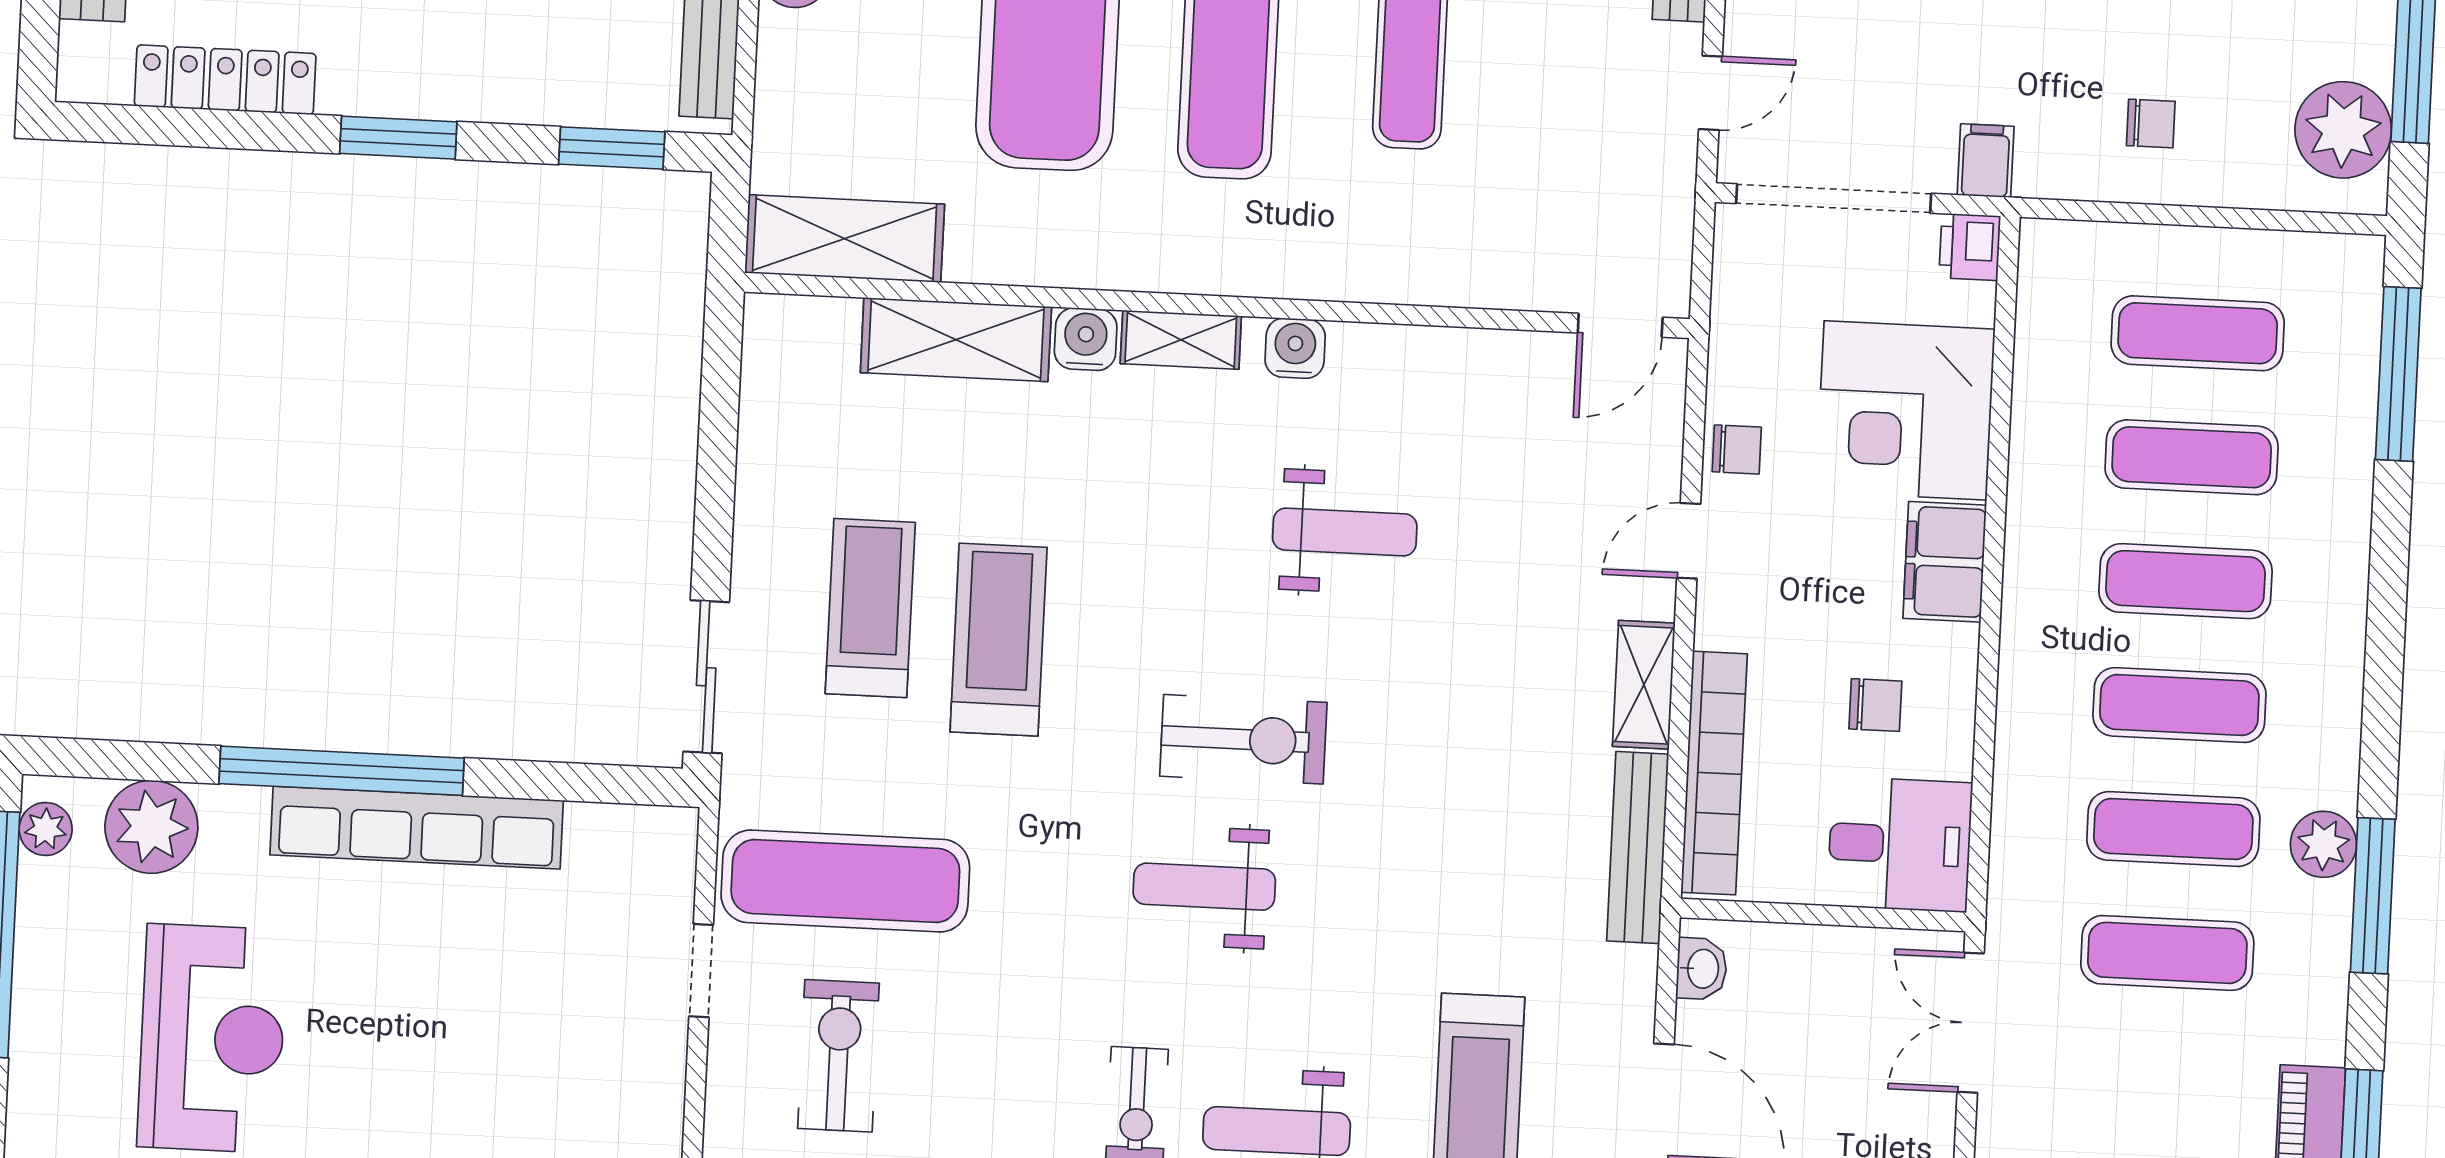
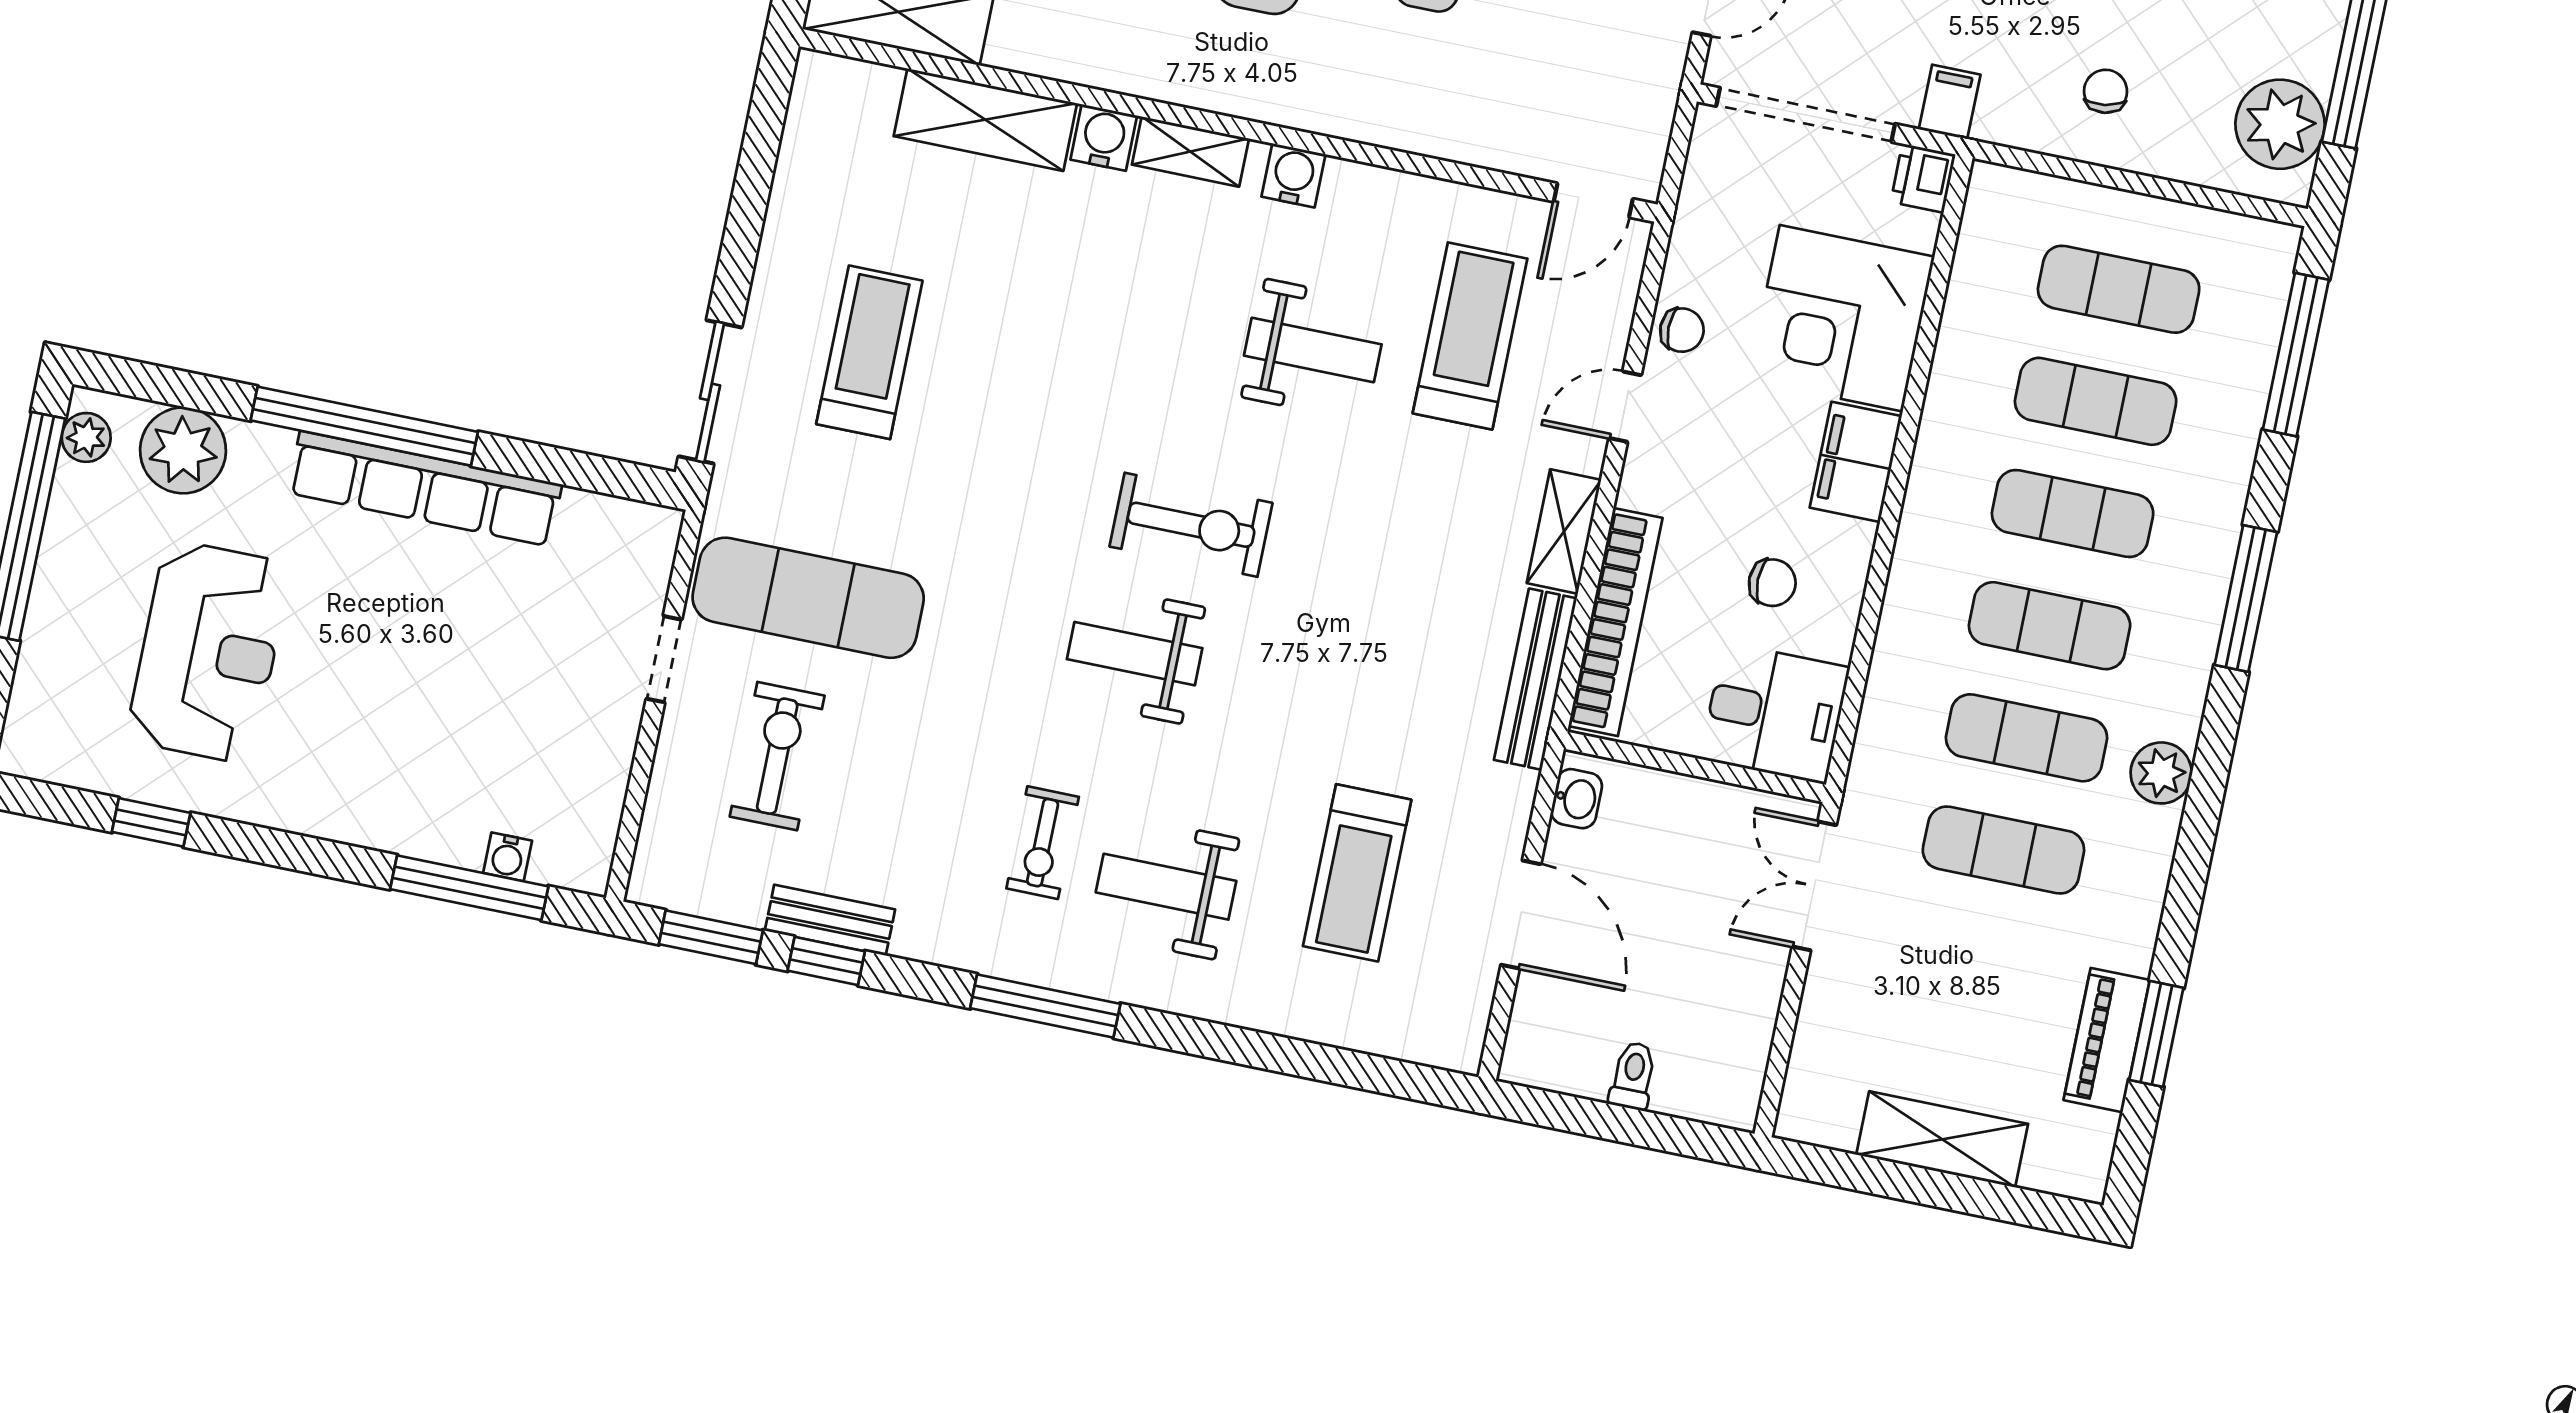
chair: (2151, 123) -> (2106, 91), turned -99
treadmill: (999, 640) -> (1470, 336), moved
window: (2373, 896) -> (2246, 598), moved

